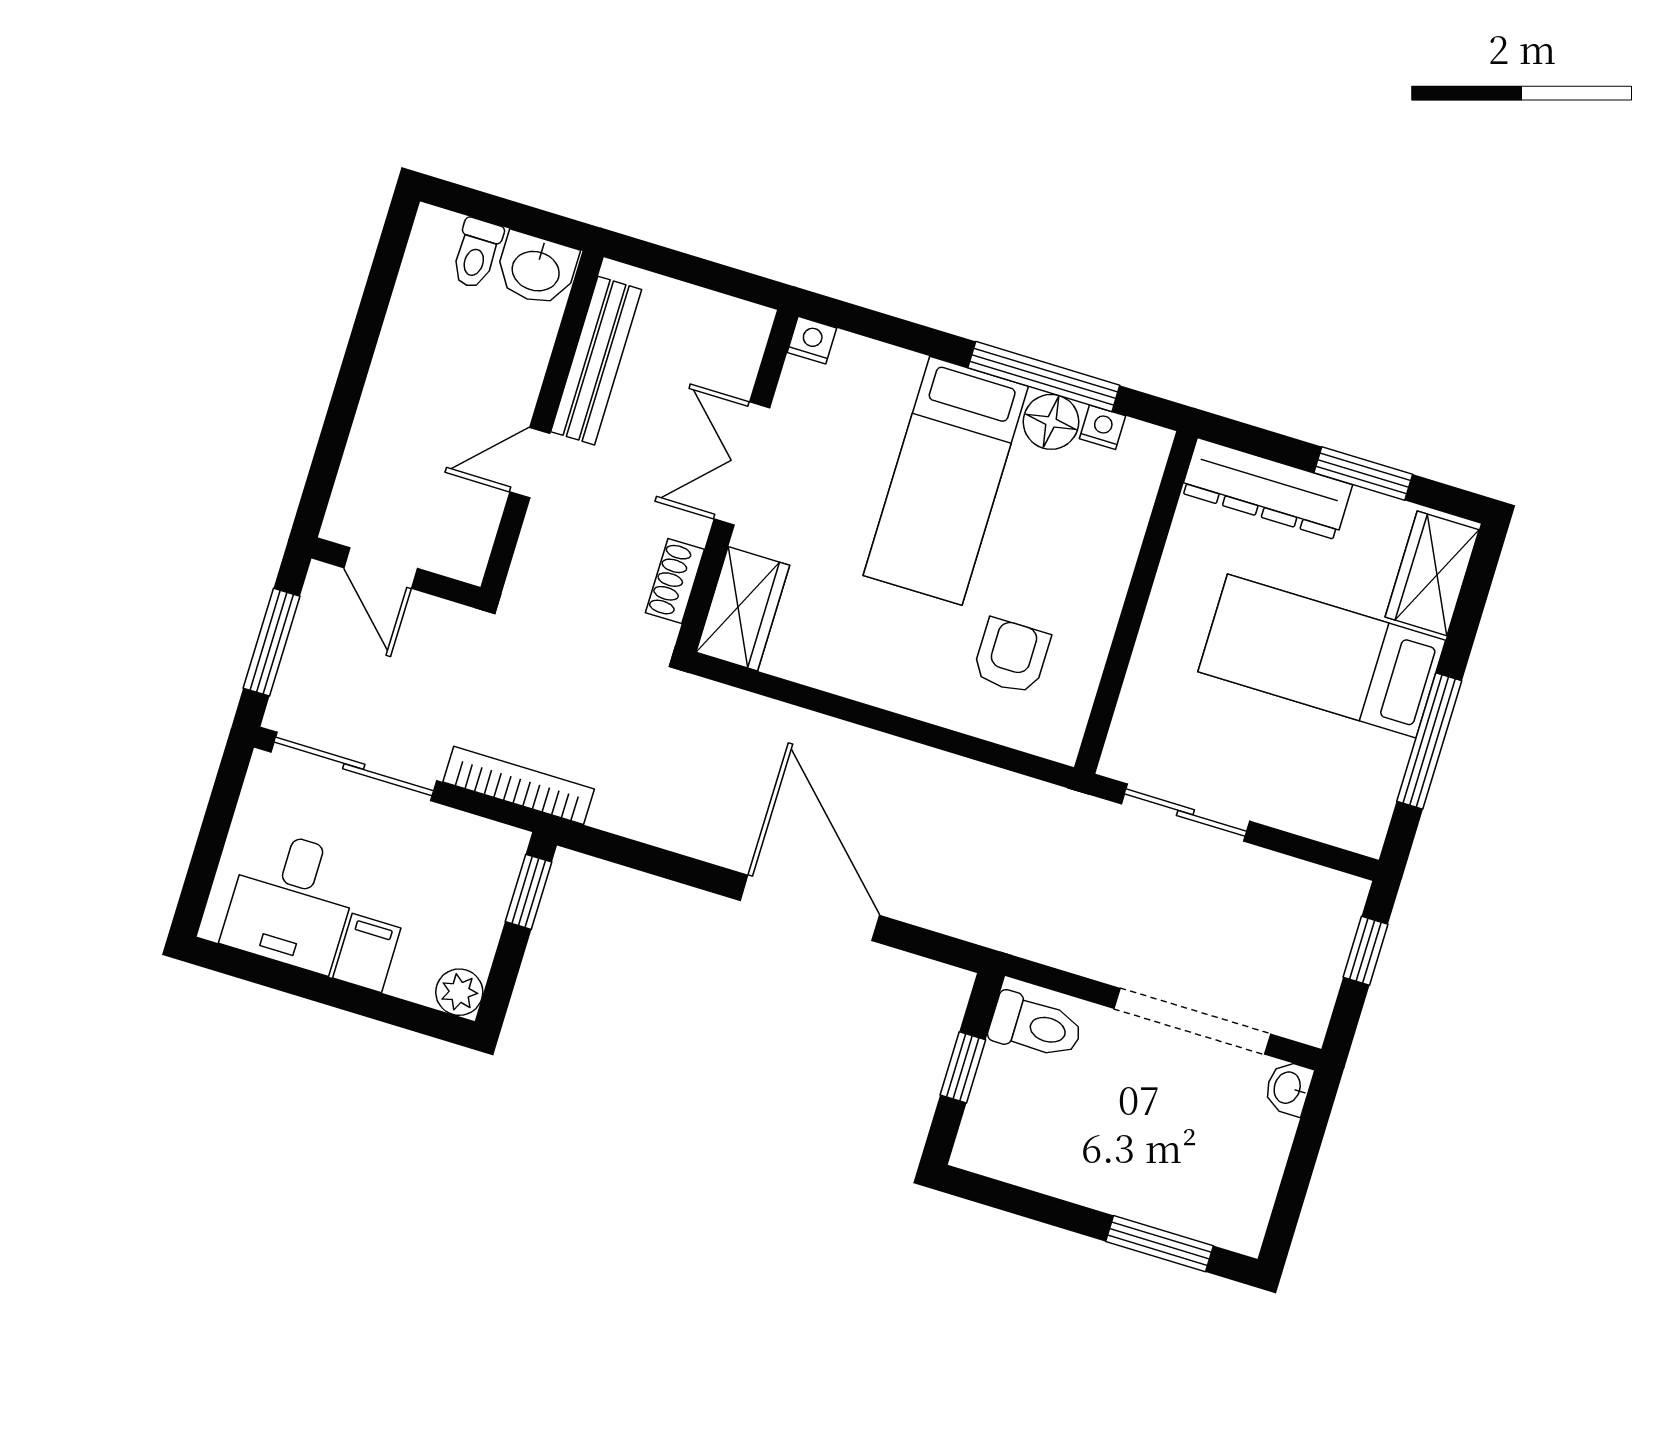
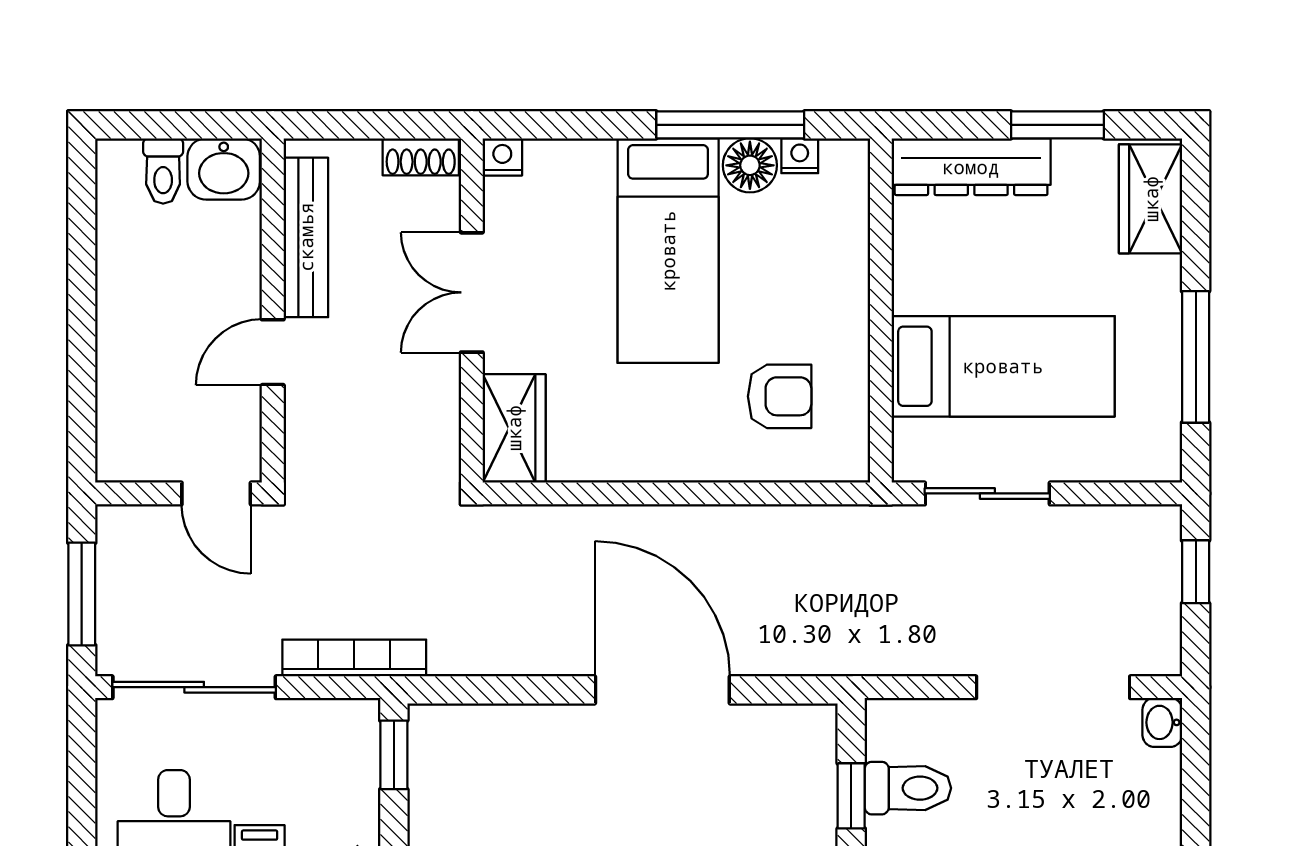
door: (381, 568) -> (216, 493), moved
shoe rack: (675, 581) -> (421, 157), moved, turned -90
armchair: (1011, 656) -> (780, 396), turned 90
bed: (1322, 656) -> (1003, 366), moved, turned 180
toilet: (1036, 1026) -> (908, 788), moved

